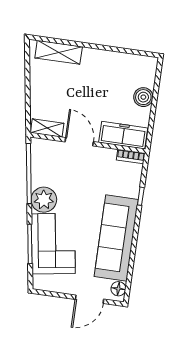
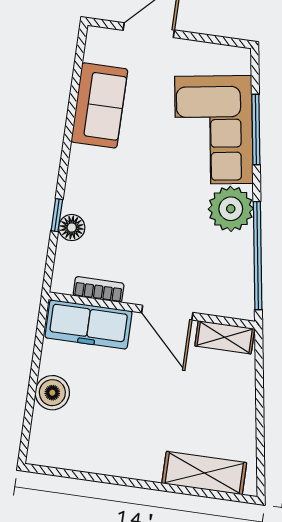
bookcase: (131, 157) -> (99, 289), moved
sofa: (116, 238) -> (99, 105), width x0.54, depth x0.79
floor lamp: (118, 289) -> (72, 228), moved

